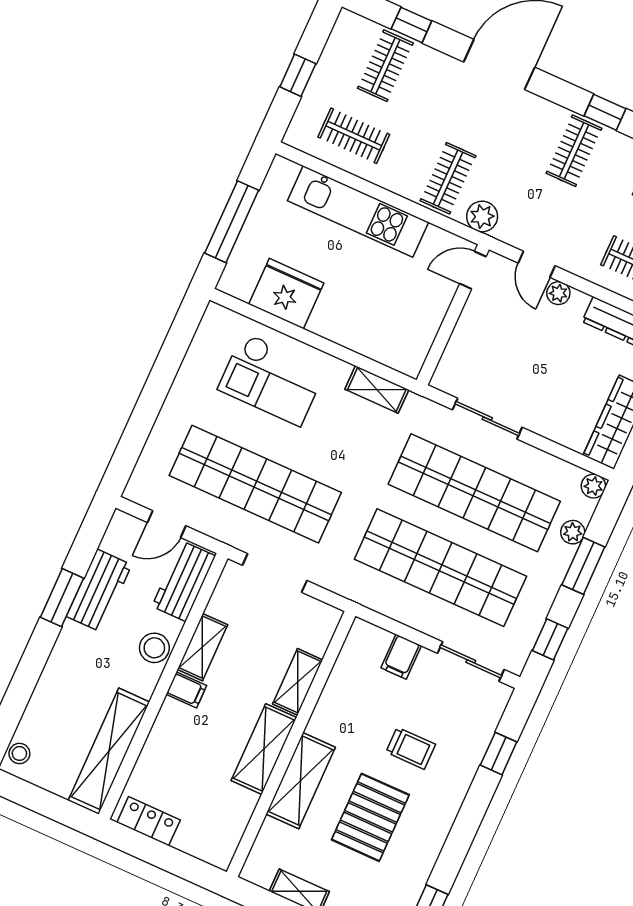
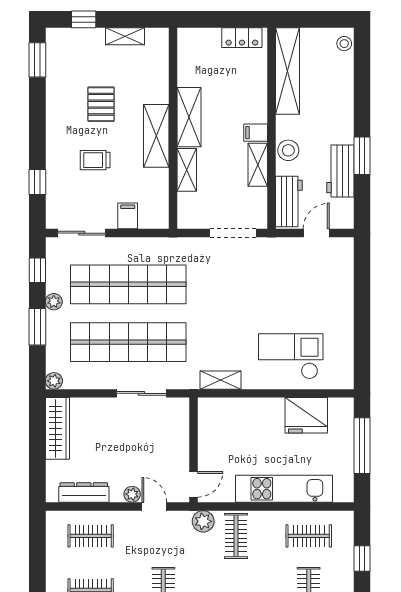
shop shelf: (255, 484) -> (271, 284), removed
plant: (573, 532) -> (54, 302), moved
shelving: (301, 781) -> (156, 136), moved
pallet: (370, 817) -> (101, 104), width x0.67, depth x0.71

